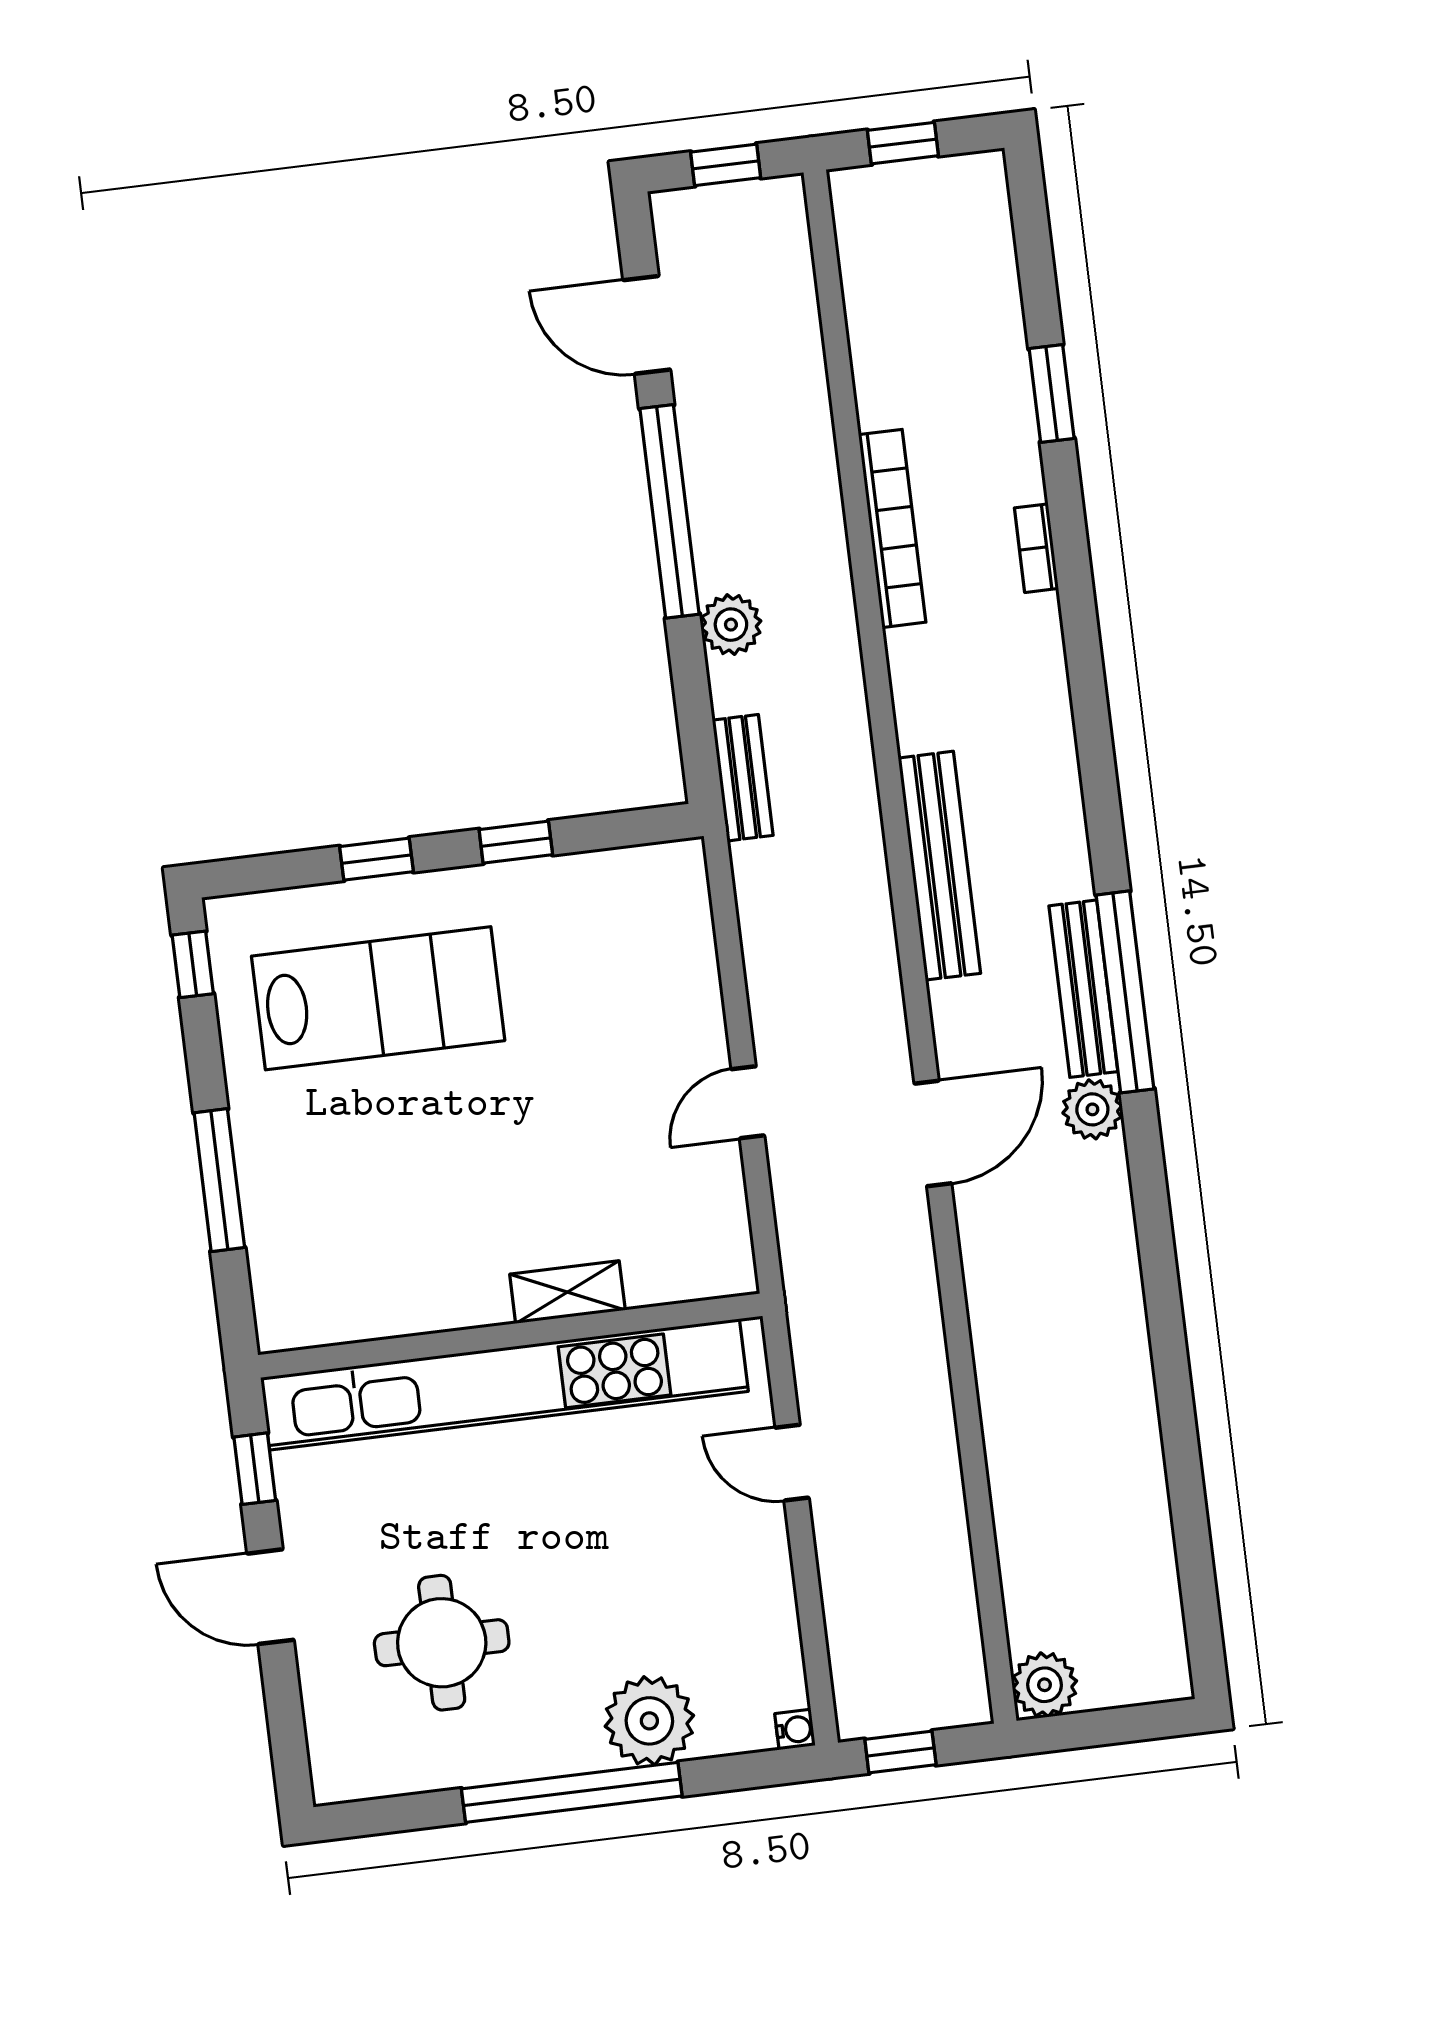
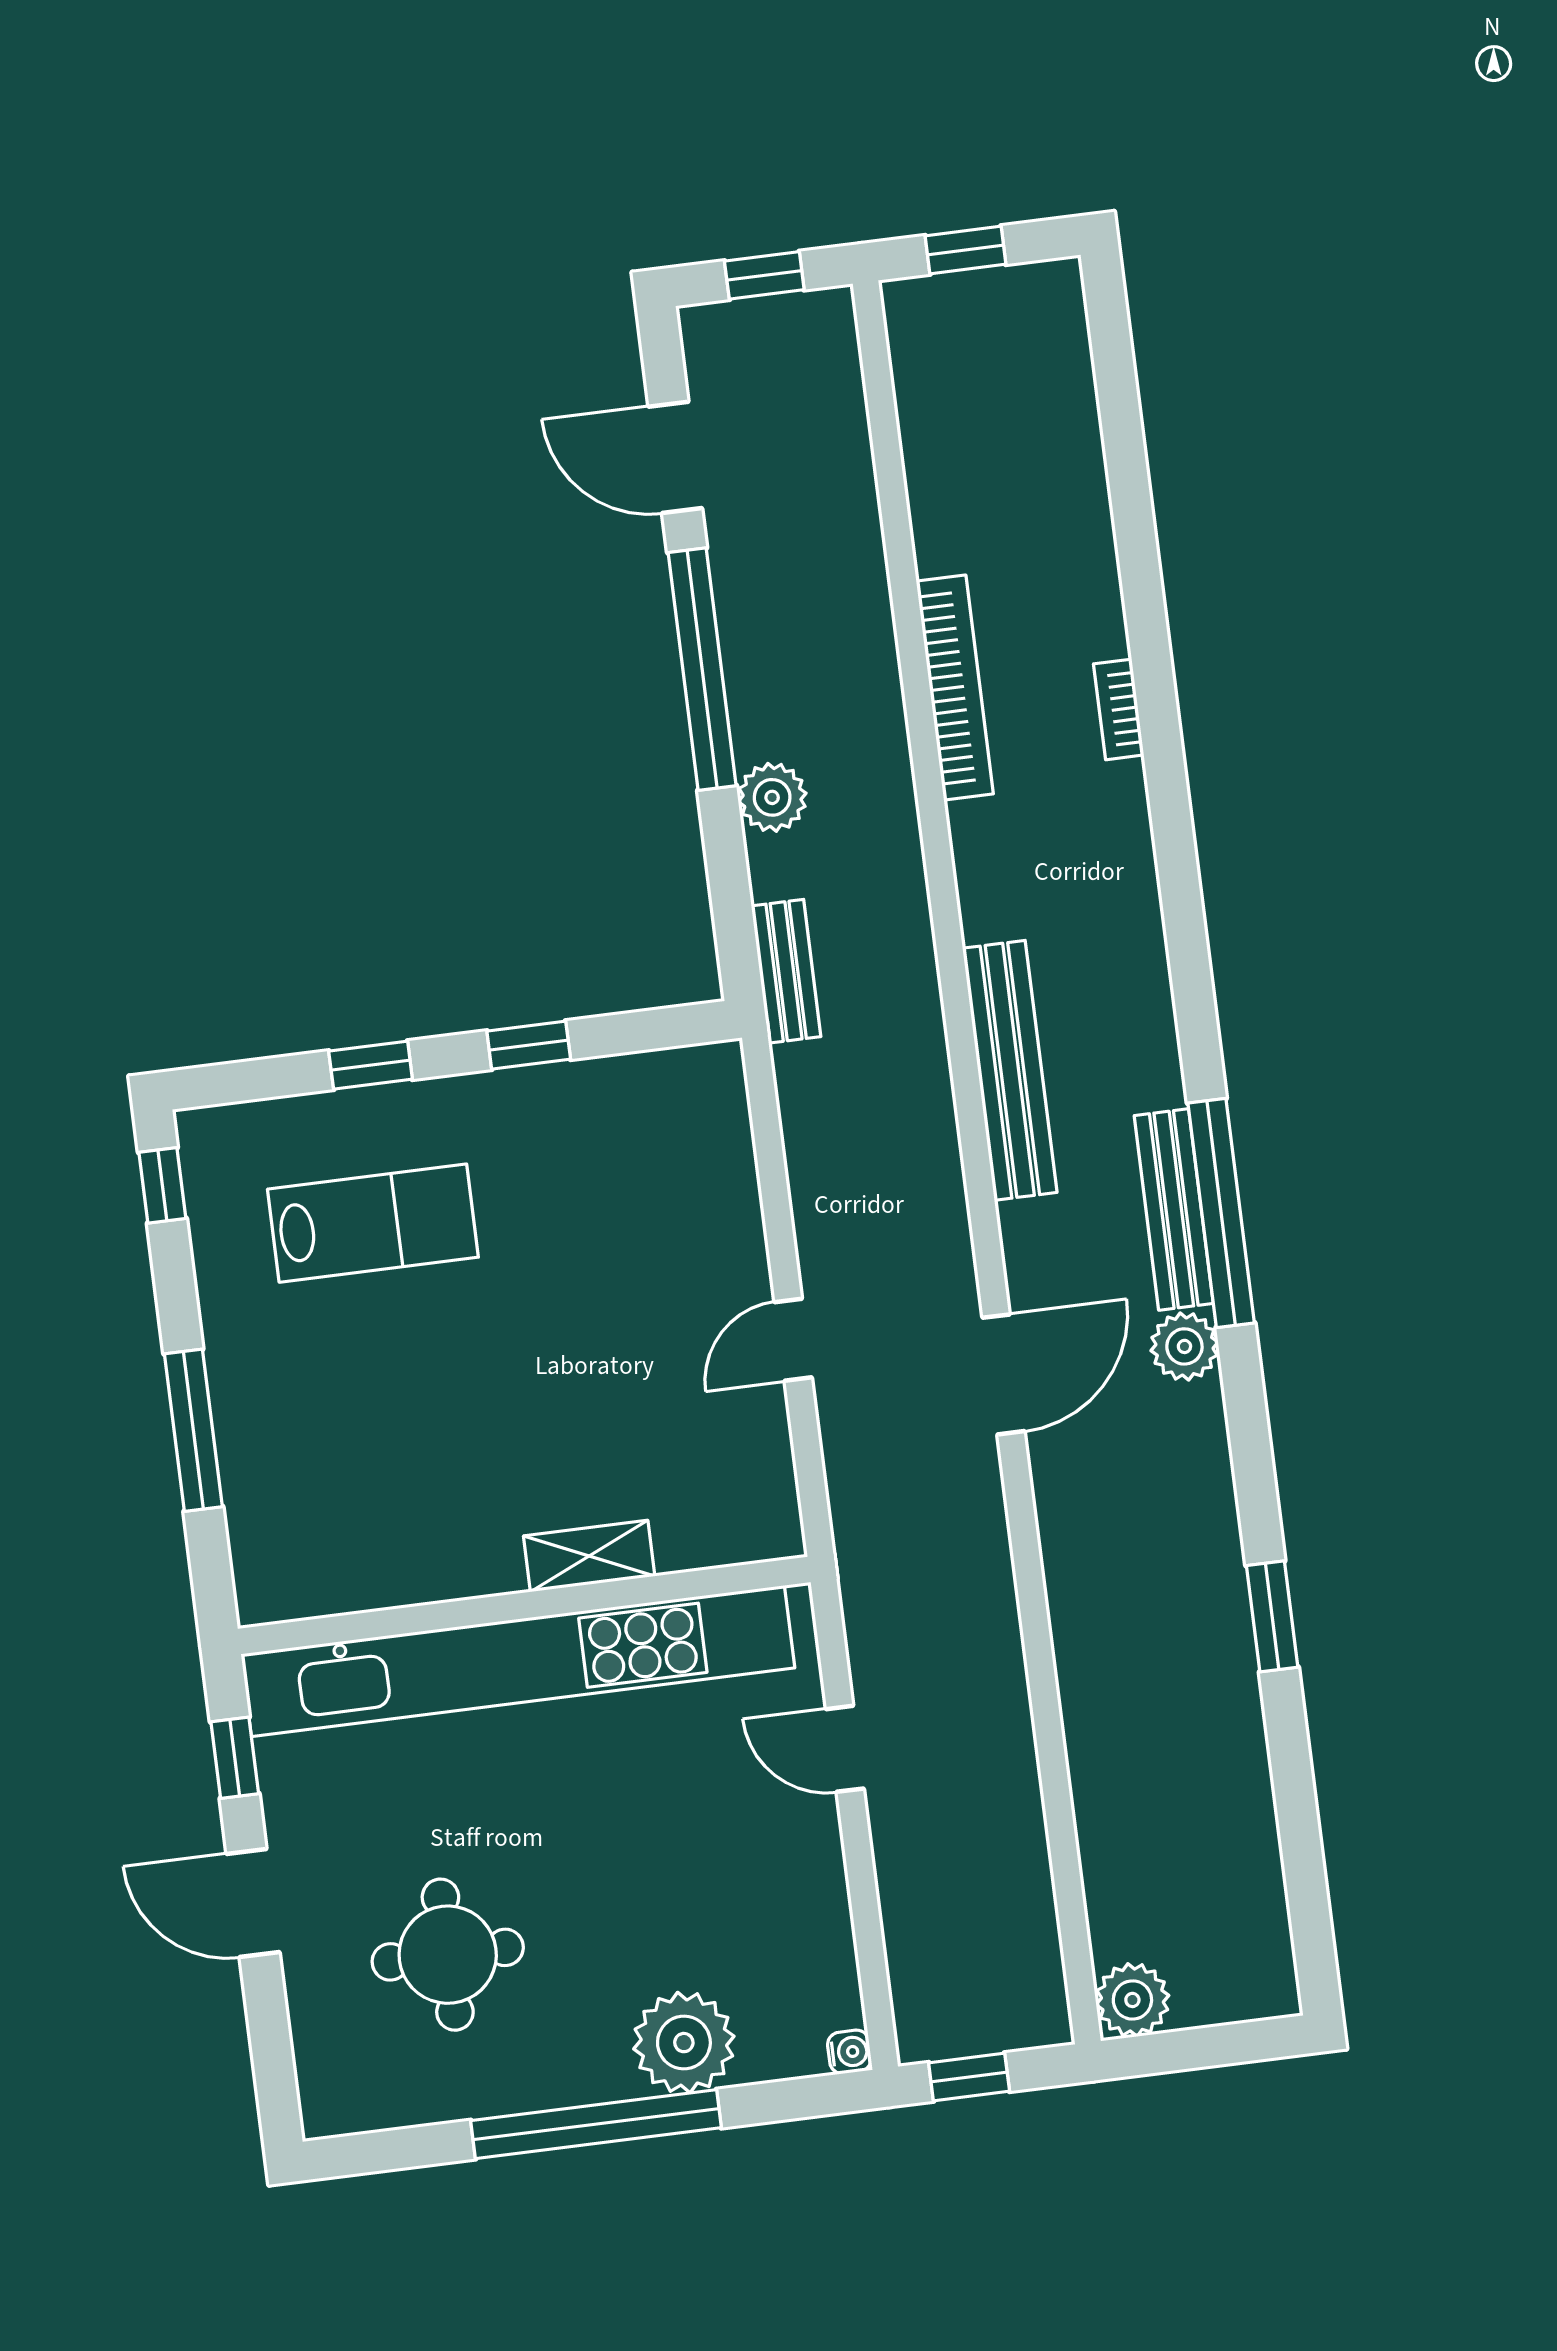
window: (1052, 393) -> (1272, 1616), moved
lab bench: (378, 998) -> (373, 1223), width x0.73, depth x0.72

